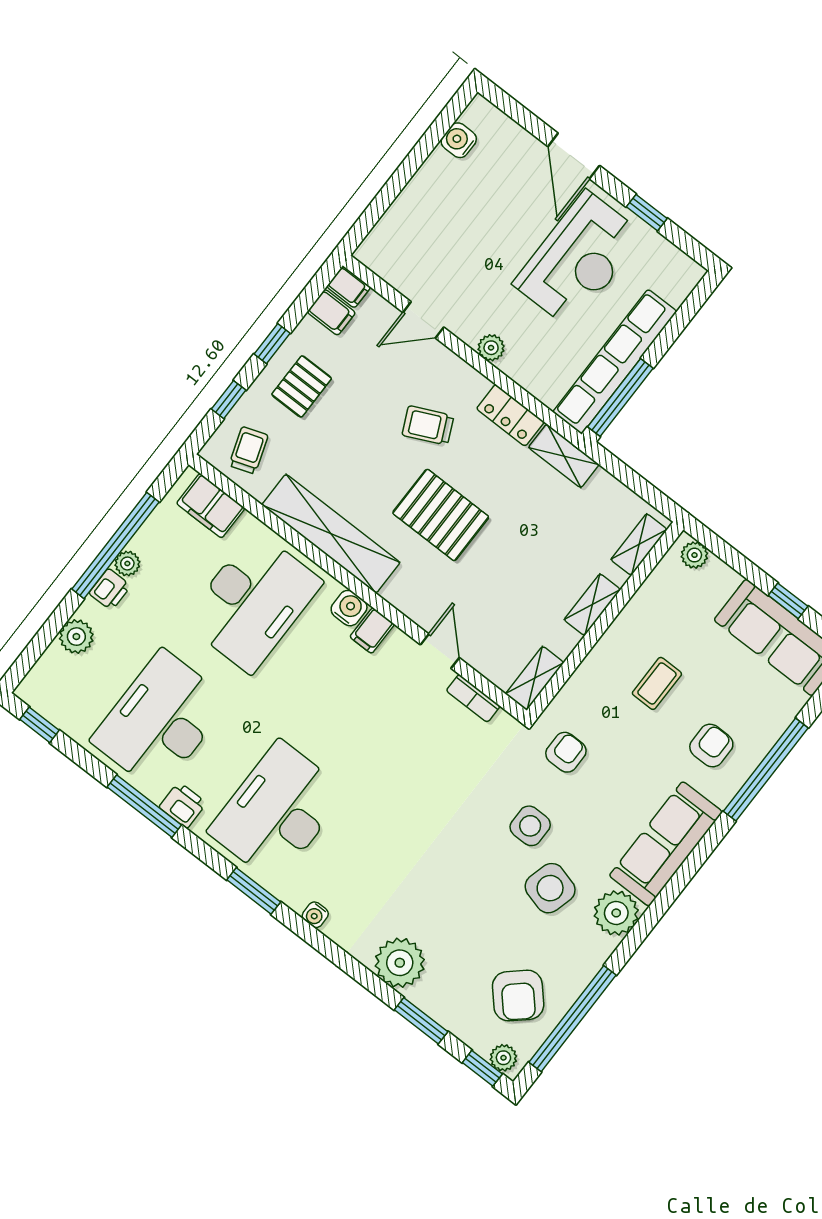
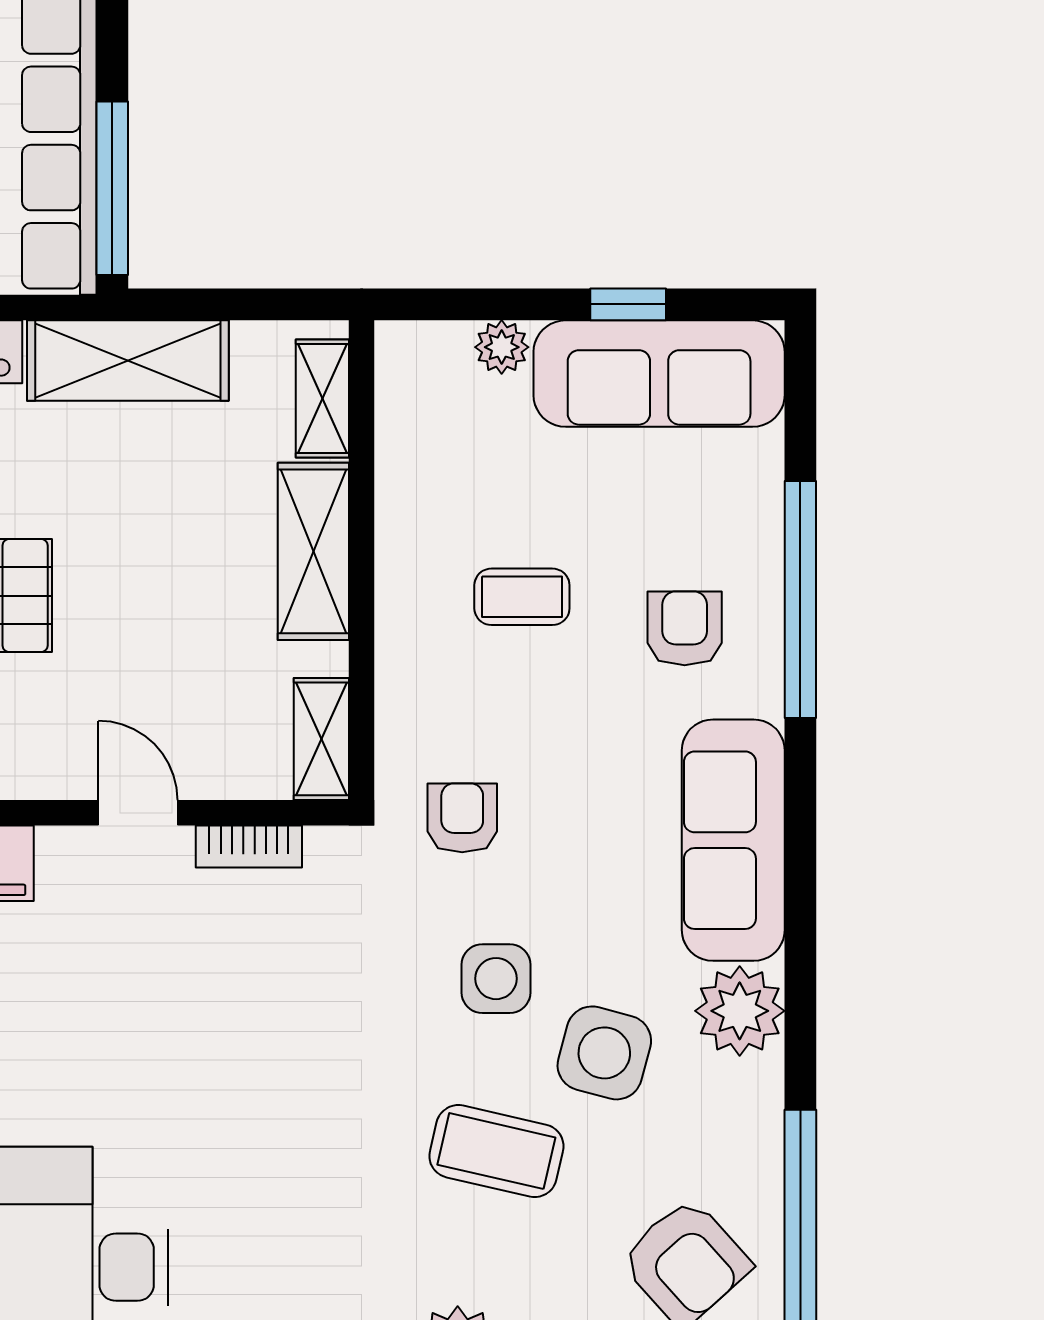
shelving: (564, 456) -> (128, 361), width x1.50, depth x1.33
plant: (694, 555) -> (502, 347), moved
shelving: (592, 605) -> (313, 551), width x1.50, depth x1.33
coffee table: (657, 683) -> (522, 597), turned 90
coffee table: (478, 894) -> (496, 1151), added

